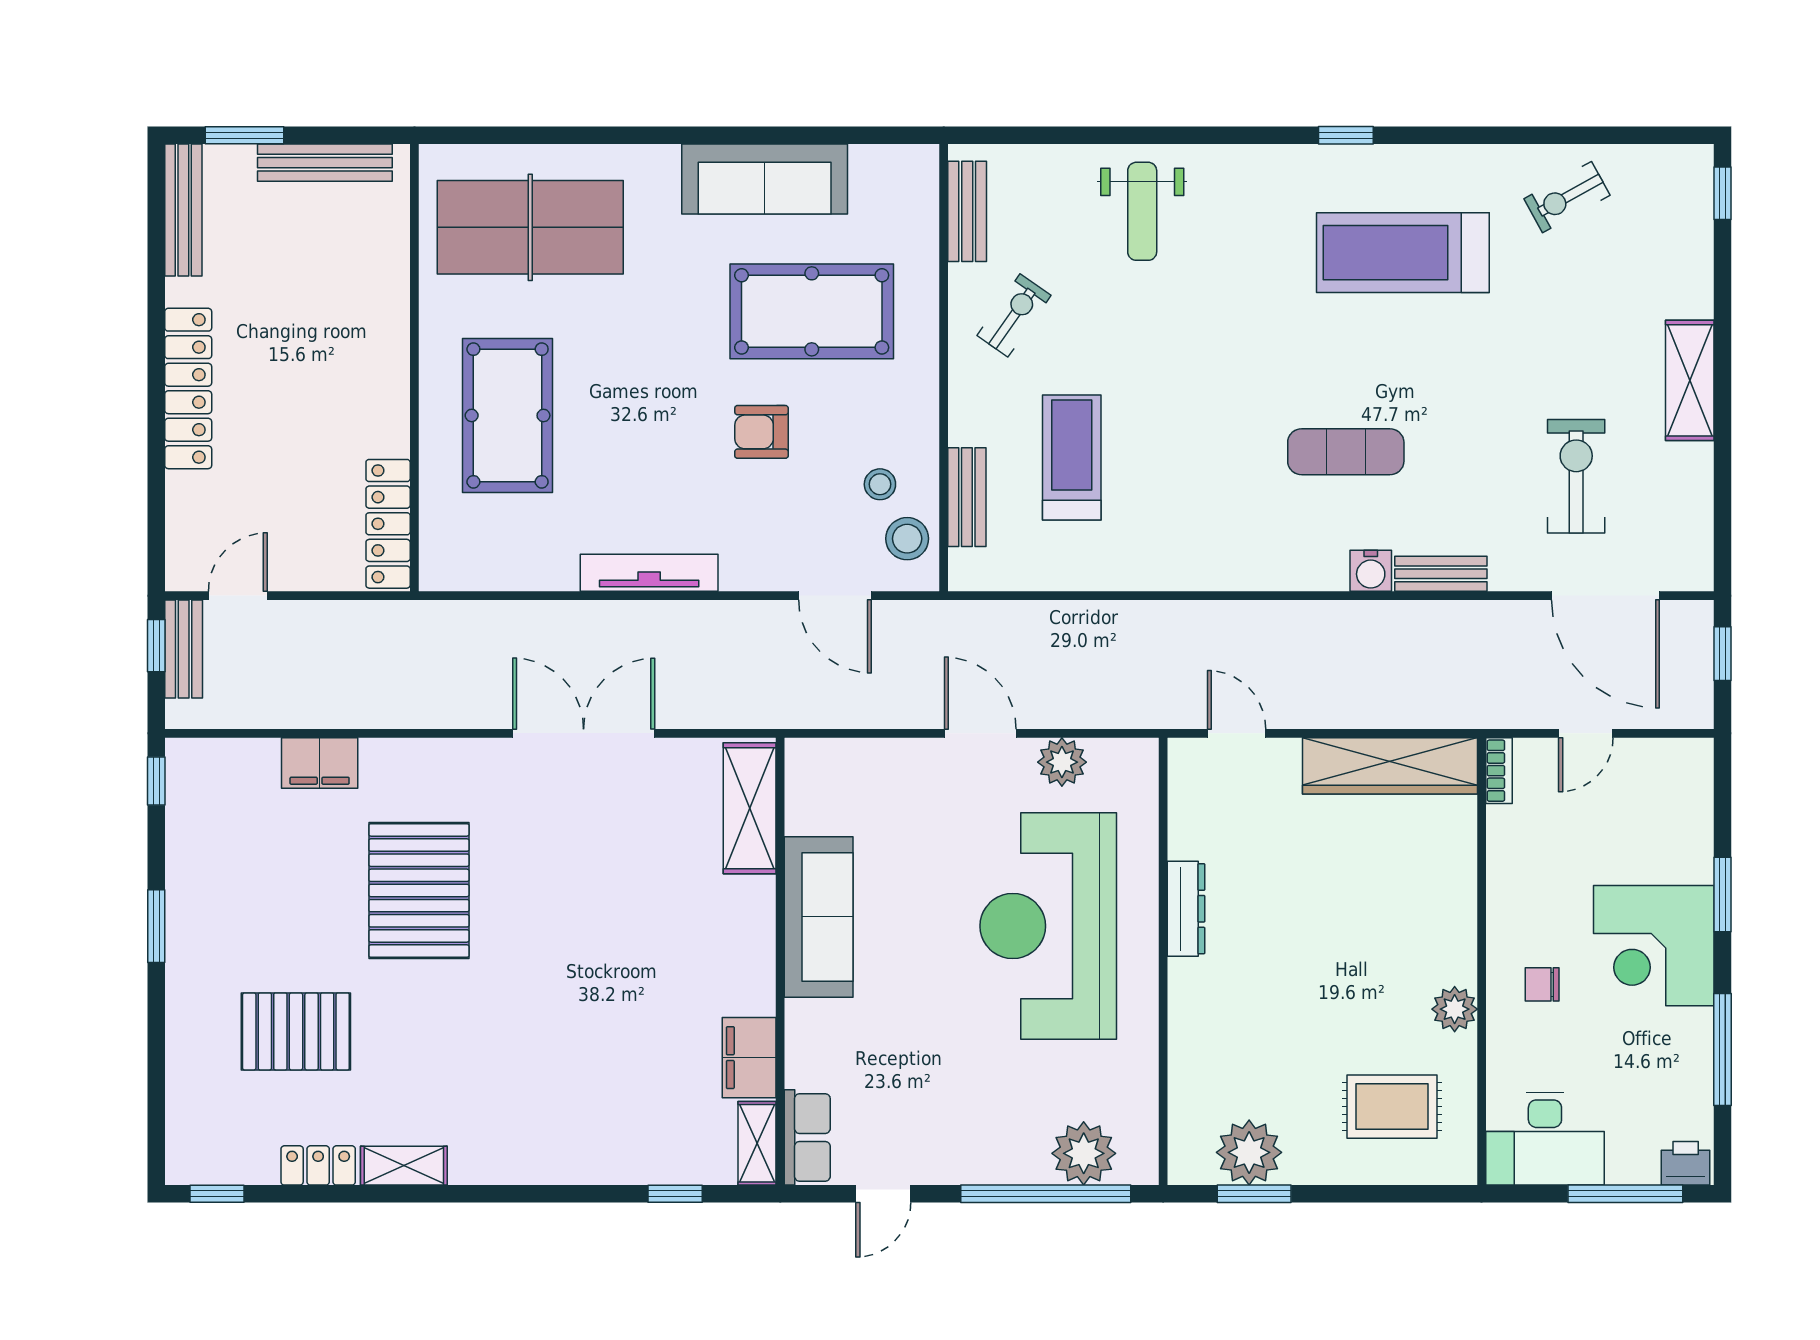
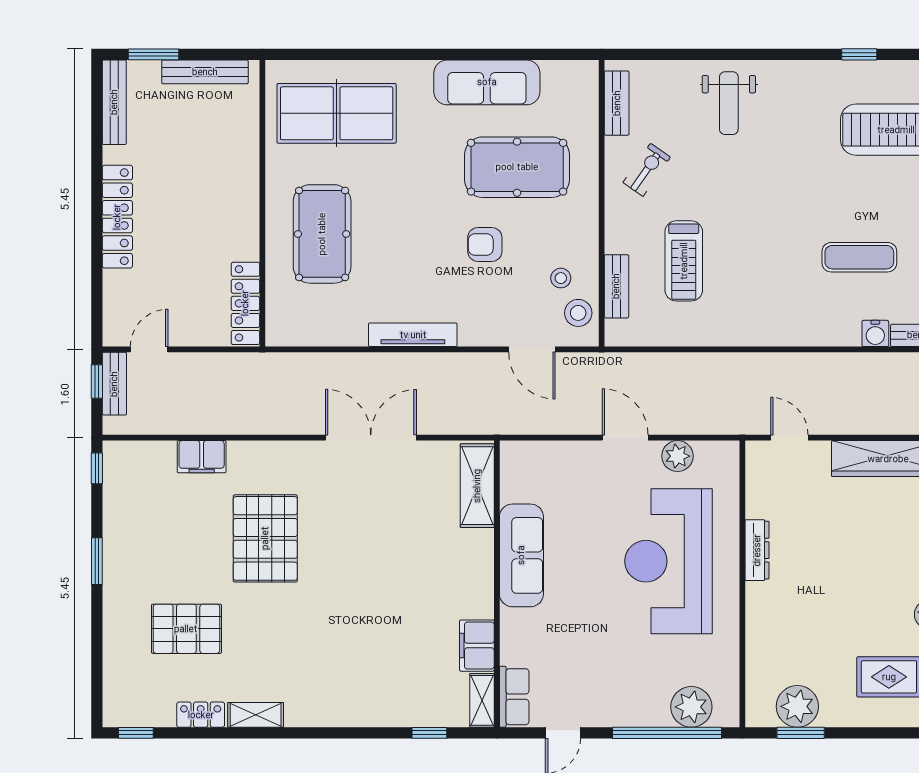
treadmill: (1072, 458) -> (684, 261), turned 180

